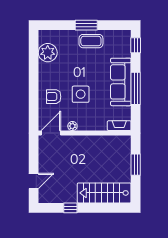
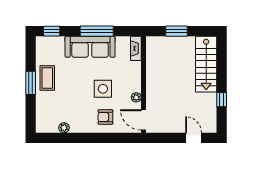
plant: (48, 53) -> (64, 128), width x0.53, depth x0.53
armchair: (54, 97) -> (105, 117), turned 90

